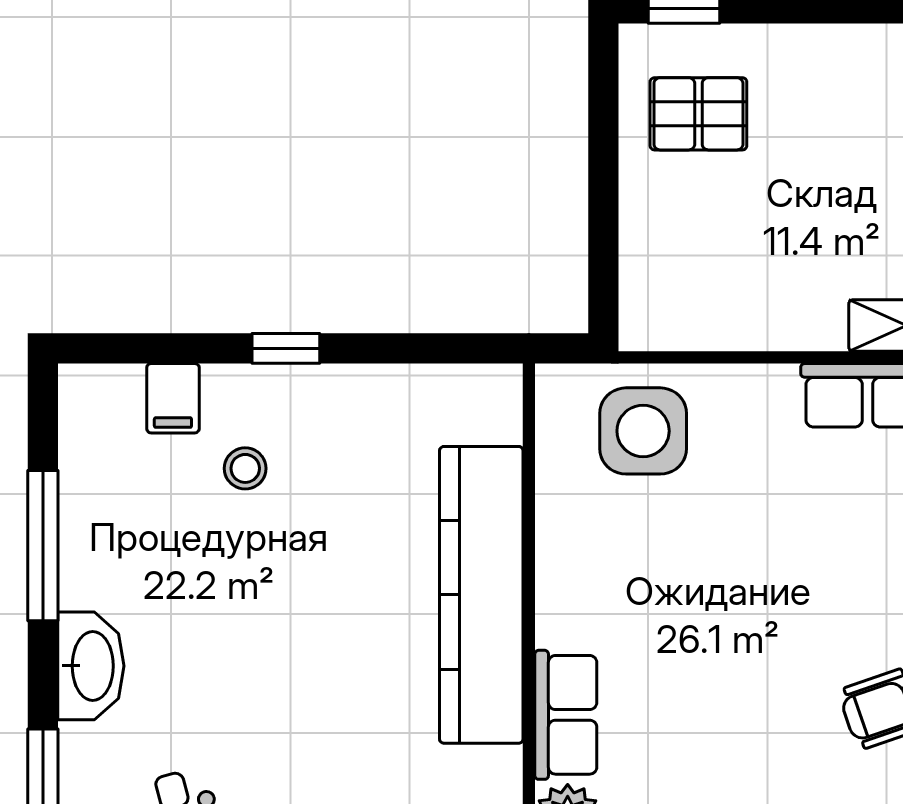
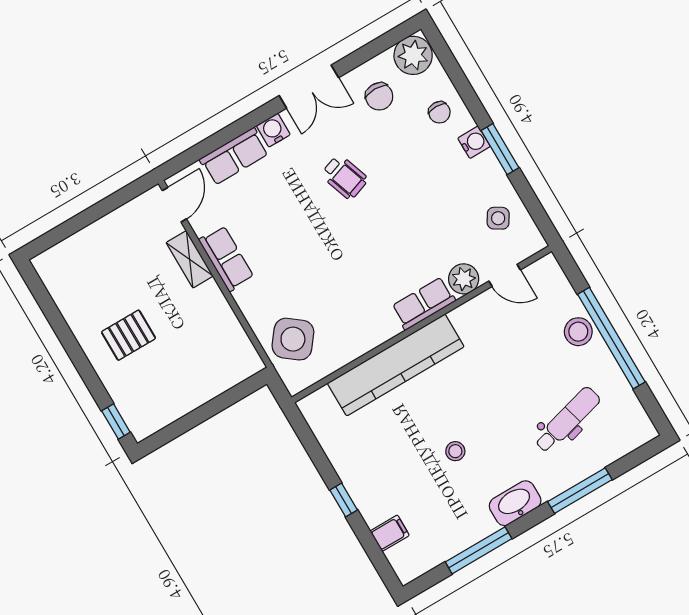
pallet: (698, 114) -> (128, 335), moved, turned 90
side table: (643, 431) -> (293, 339), turned 38
stool: (245, 468) -> (455, 451), moved

